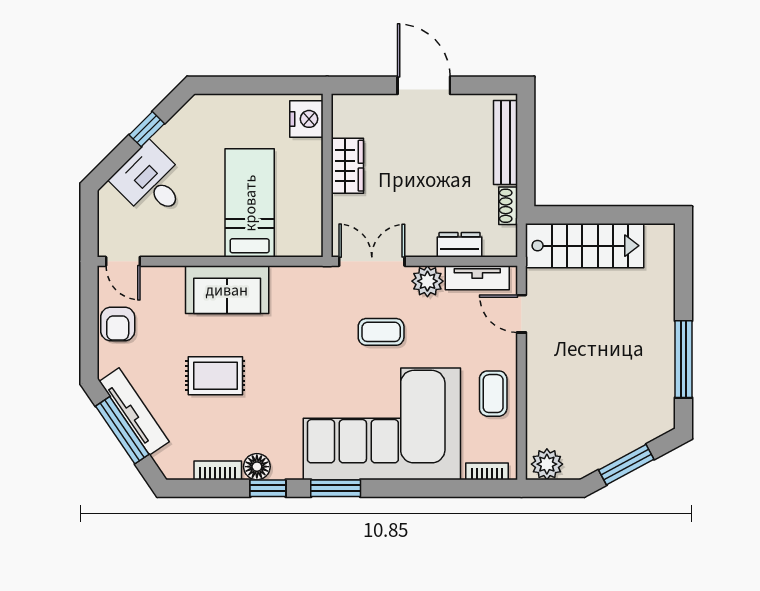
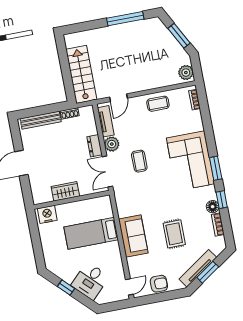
dresser: (460, 245) -> (95, 146), moved
corner sofa: (382, 424) -> (190, 161), width x0.73, depth x0.74
window: (122, 430) -> (208, 272), width x0.69

